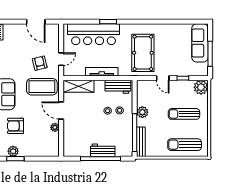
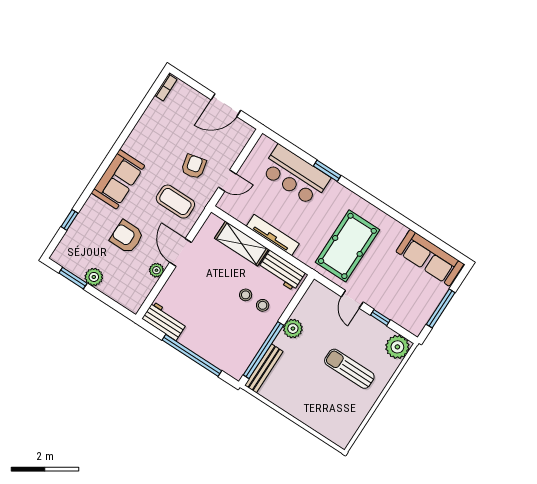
door: (36, 22) -> (226, 105), hinge flipped
bar counter: (94, 34) -> (295, 175), width x0.73
sofa: (200, 43) -> (430, 258), moved, turned -90
shelving: (79, 86) -> (242, 244), moved
coffee table: (42, 87) -> (175, 202), width x0.73, depth x0.76
armchair: (16, 126) -> (127, 237), moved
sun lounger: (185, 145) -> (322, 412), removed
workbench: (103, 150) -> (164, 321), moved
plant: (13, 151) -> (94, 277), moved

